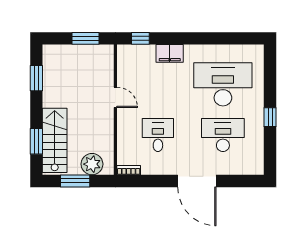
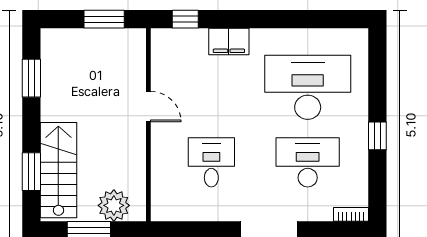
bookcase: (129, 170) -> (351, 214), moved

